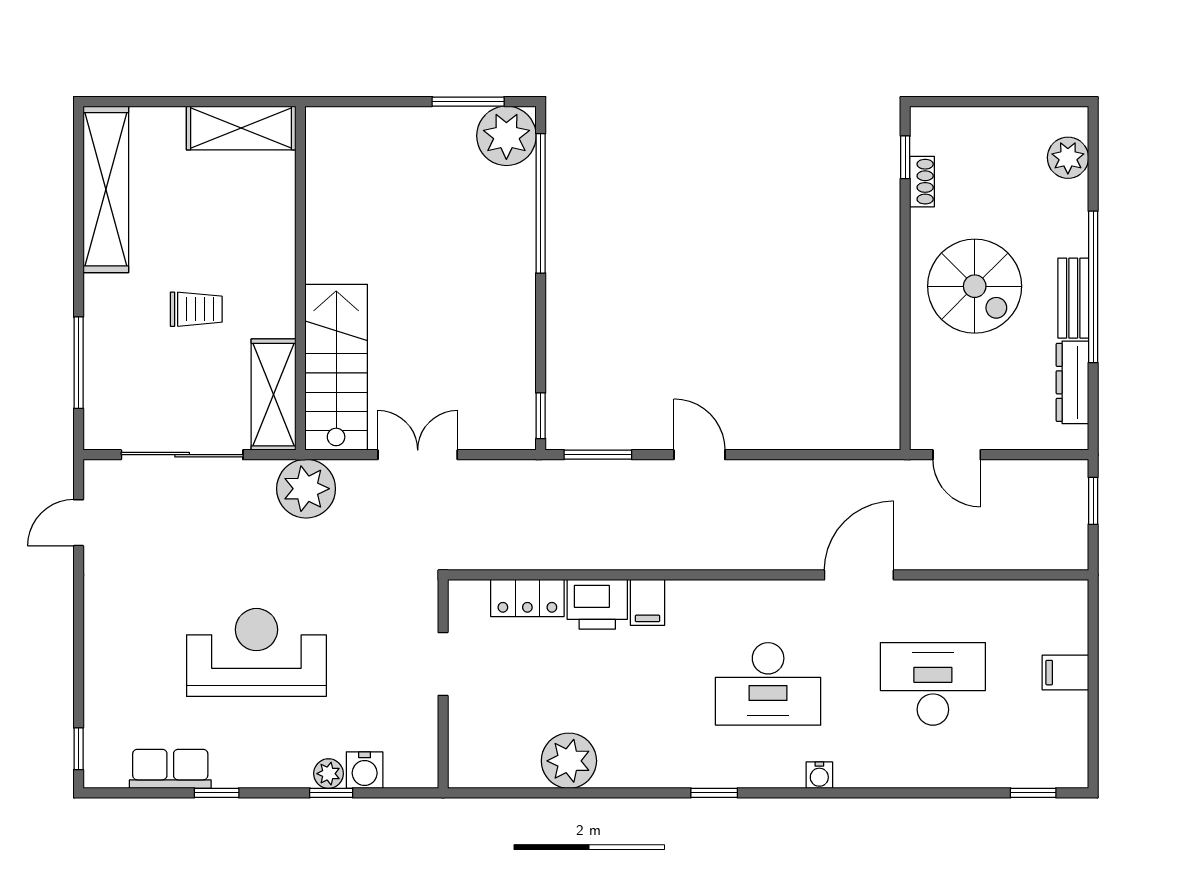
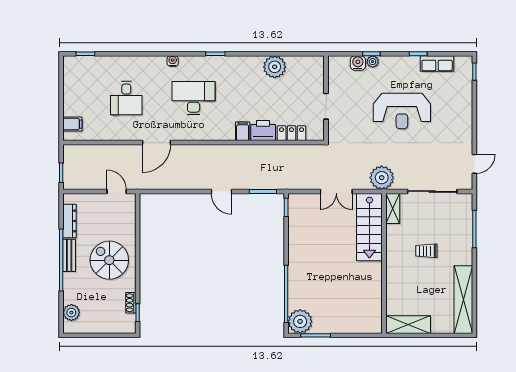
shelving: (273, 395) -> (393, 208), width x0.67, depth x0.75
filing cabinet: (1065, 673) -> (72, 124), moved
desk: (933, 684) -> (126, 98), width x0.73

